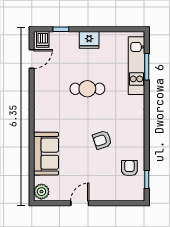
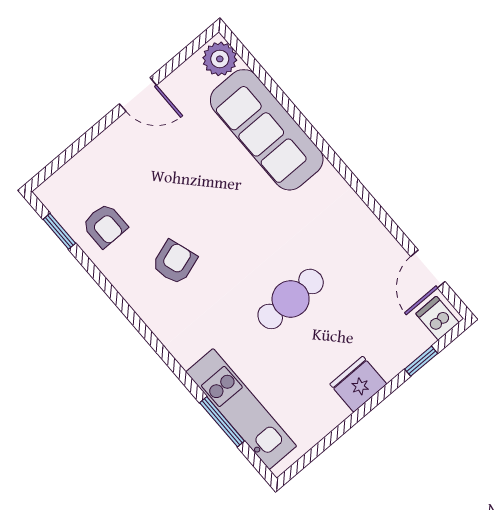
armchair: (102, 140) -> (174, 262), moved
sofa: (46, 154) -> (267, 130), width x1.36
door: (80, 203) -> (138, 94), hinge flipped

